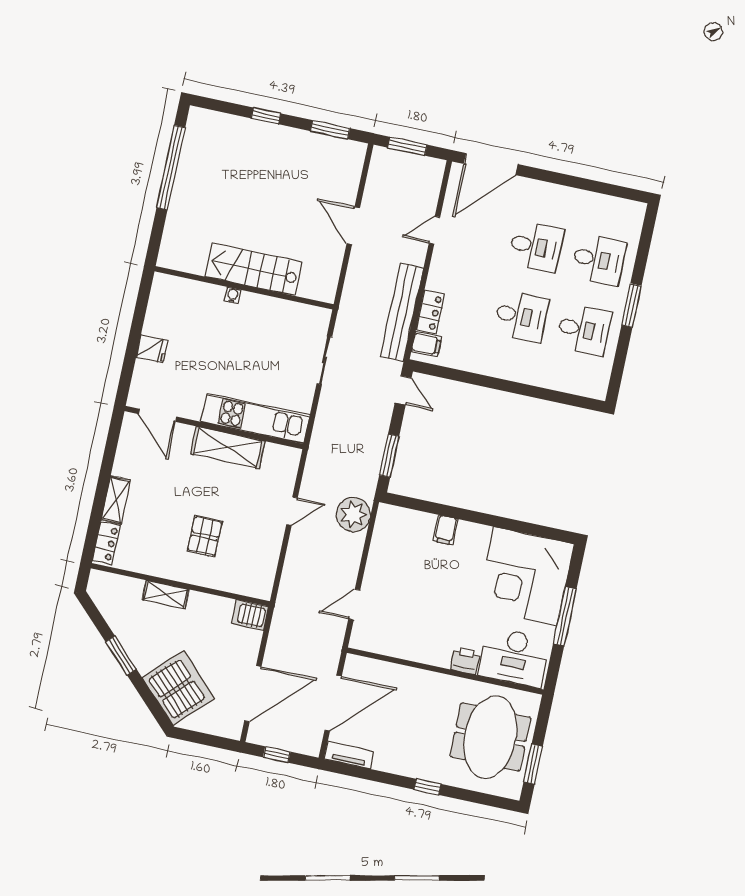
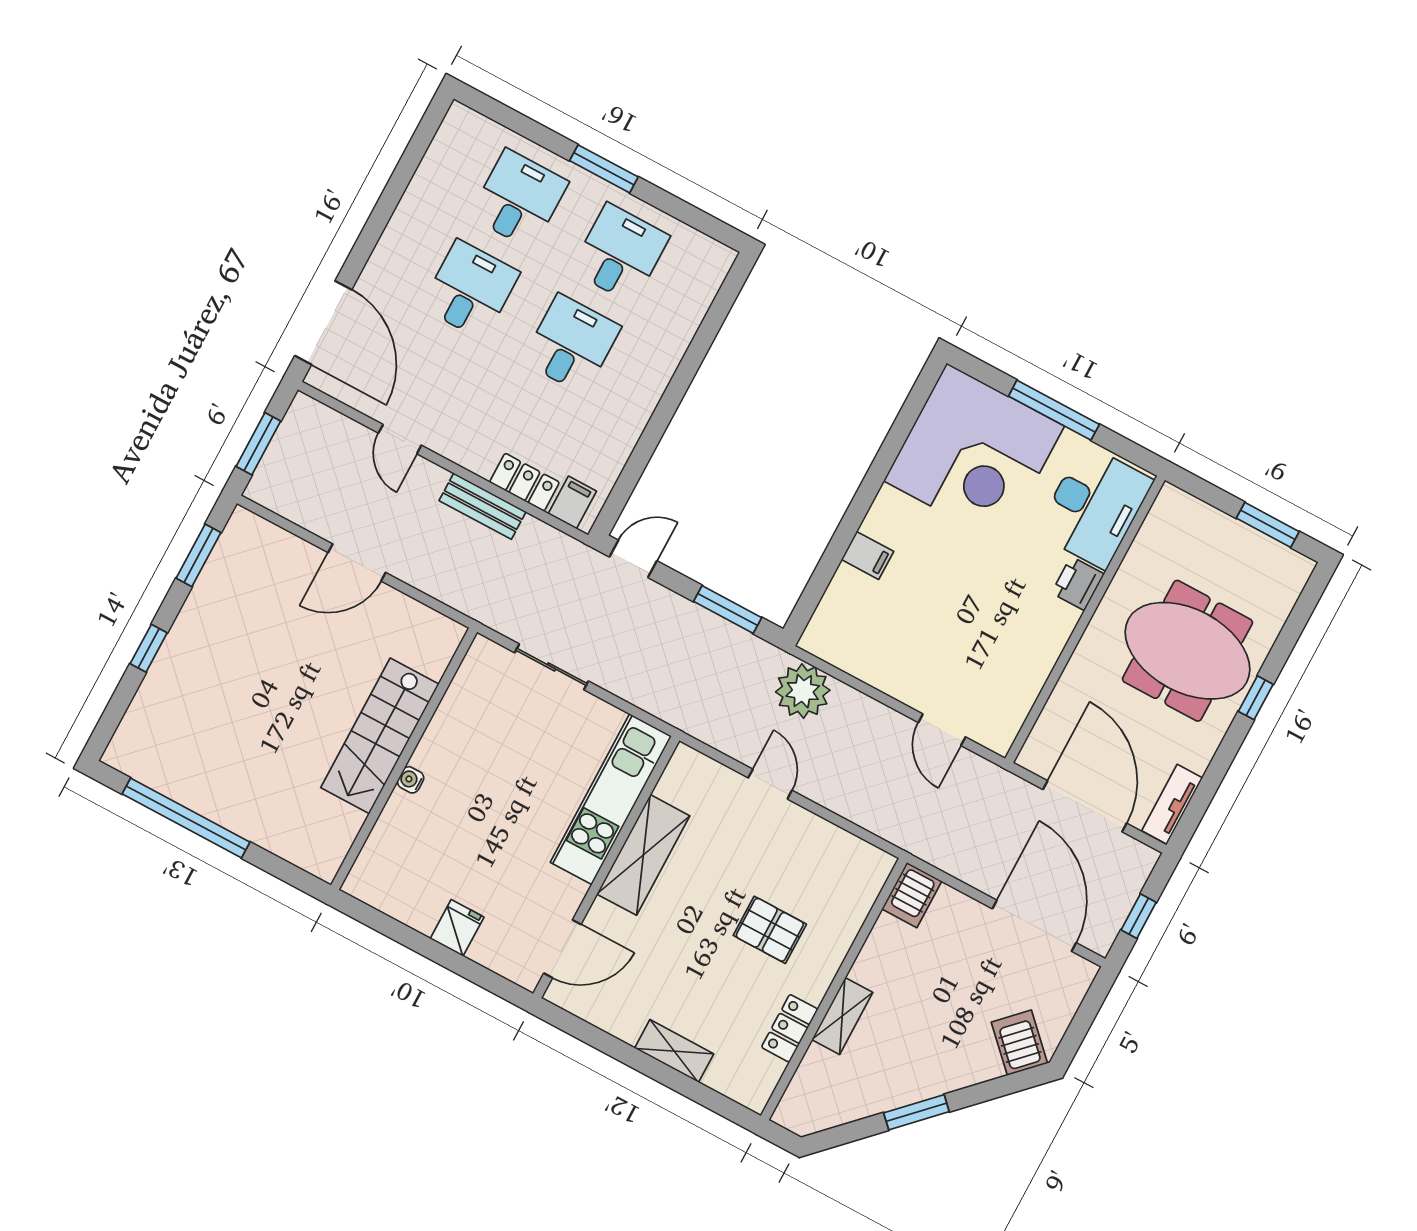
bench: (402, 312) -> (483, 506), width x0.54, depth x0.82
locker: (106, 543) -> (790, 1028), moved, turned -90
server rack: (178, 688) -> (1019, 1043), width x0.46, depth x0.70
meeting table: (490, 737) -> (1187, 651), moved

